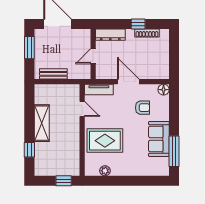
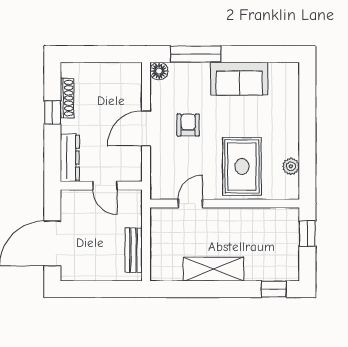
window: (29, 48) -> (91, 289), removed
tv unit: (99, 90) -> (159, 176), removed
armchair: (142, 108) -> (188, 125), moved
window: (29, 150) -> (274, 289), moved
window: (174, 151) -> (196, 54), moved

